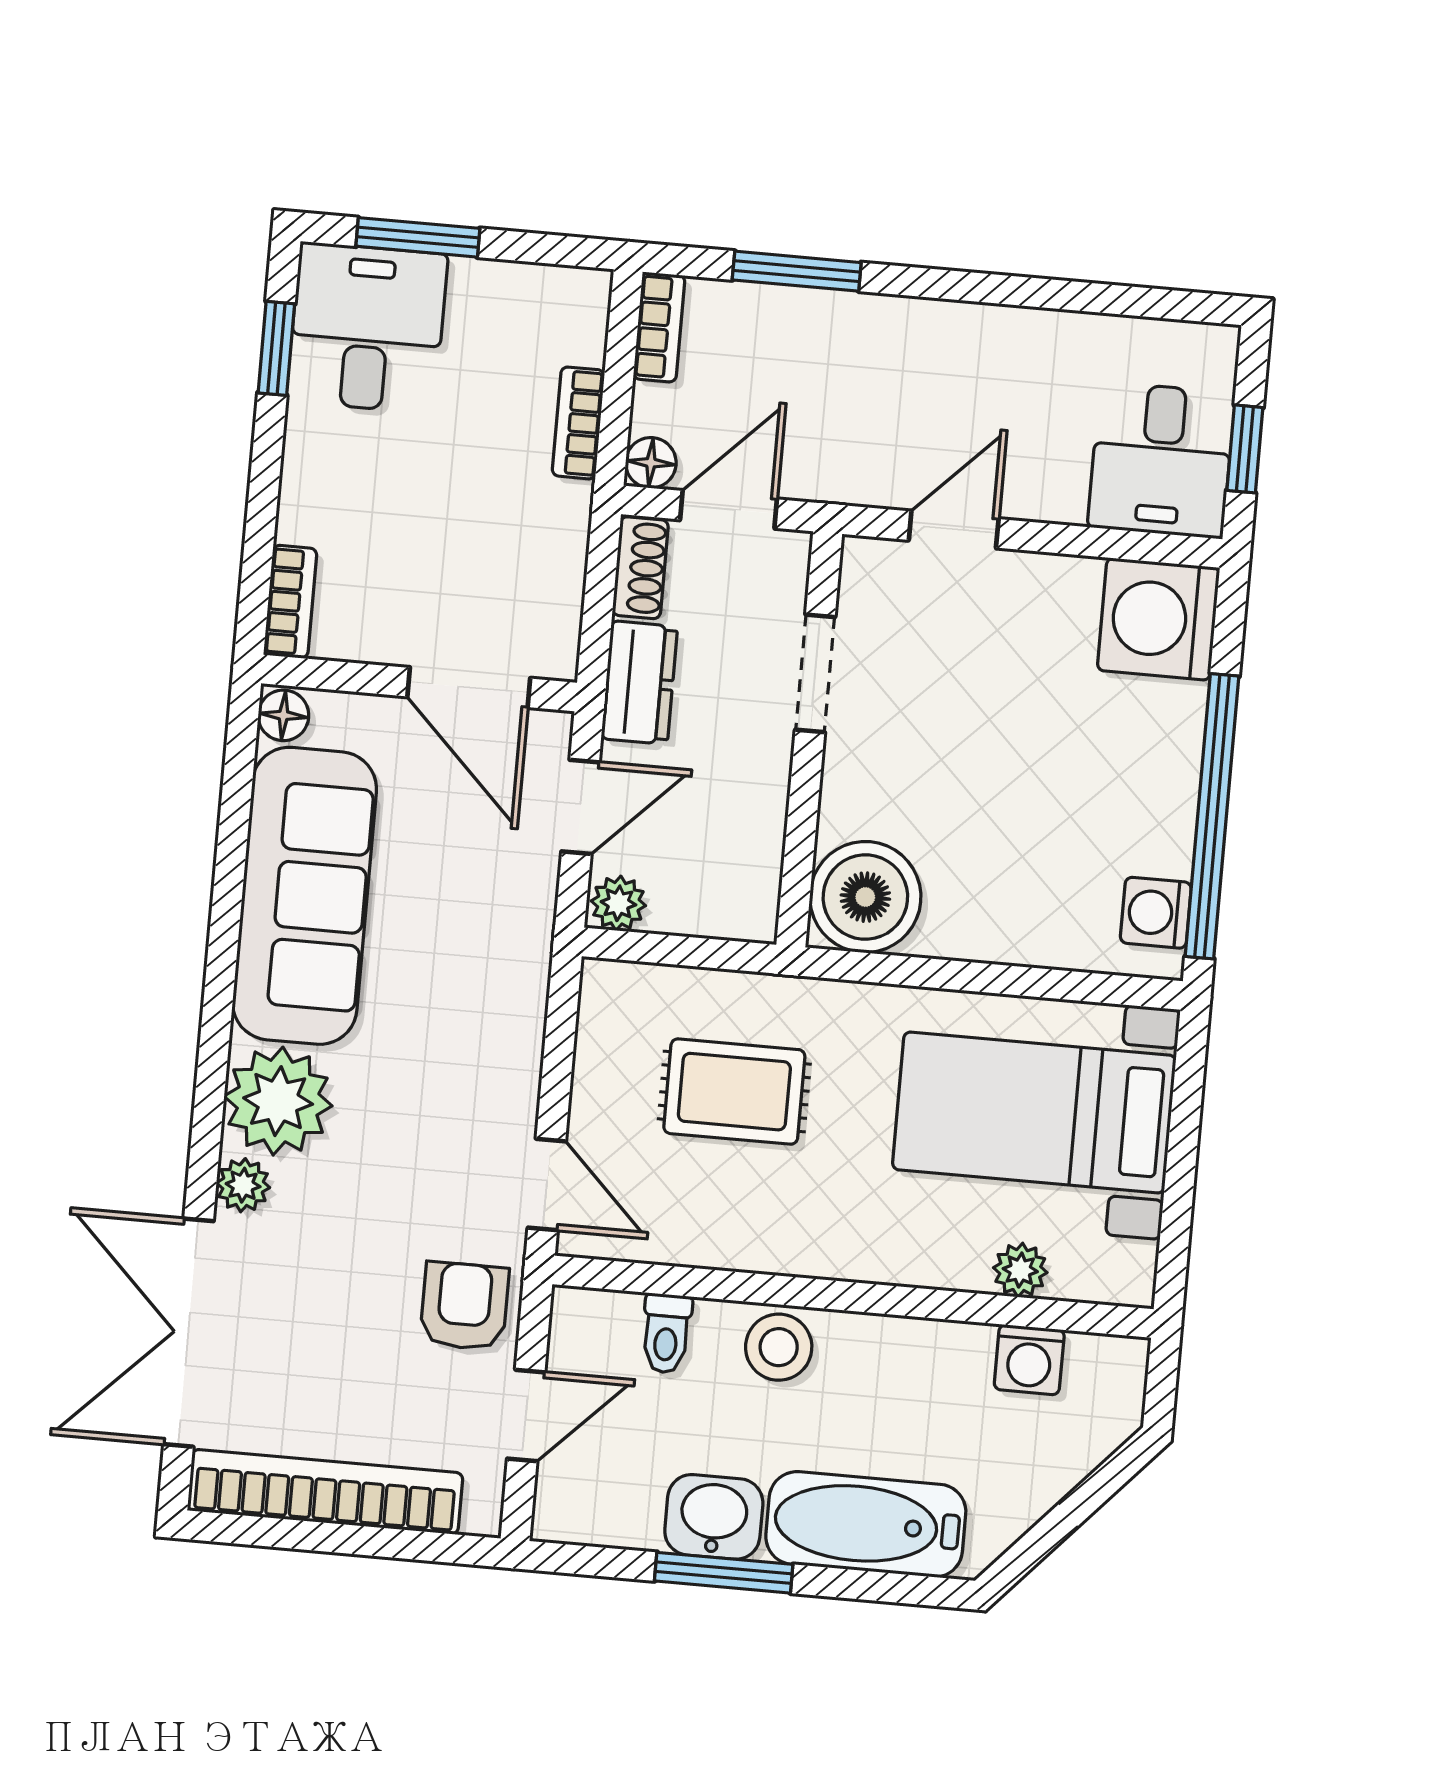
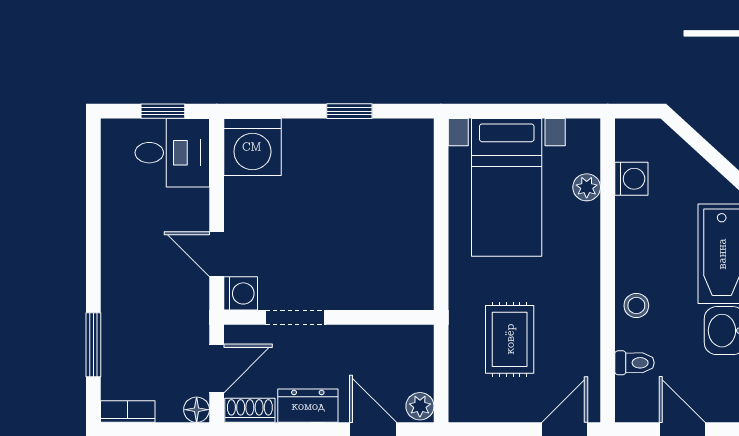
door: (728, 509) -> (217, 368), swing flipped
window: (1212, 816) -> (349, 111), width x0.32
boiler: (865, 897) -> (406, 282), removed
washing machine: (1156, 913) -> (241, 293), moved, turned -90
stool: (779, 1347) -> (636, 306), width x0.73, depth x0.73

